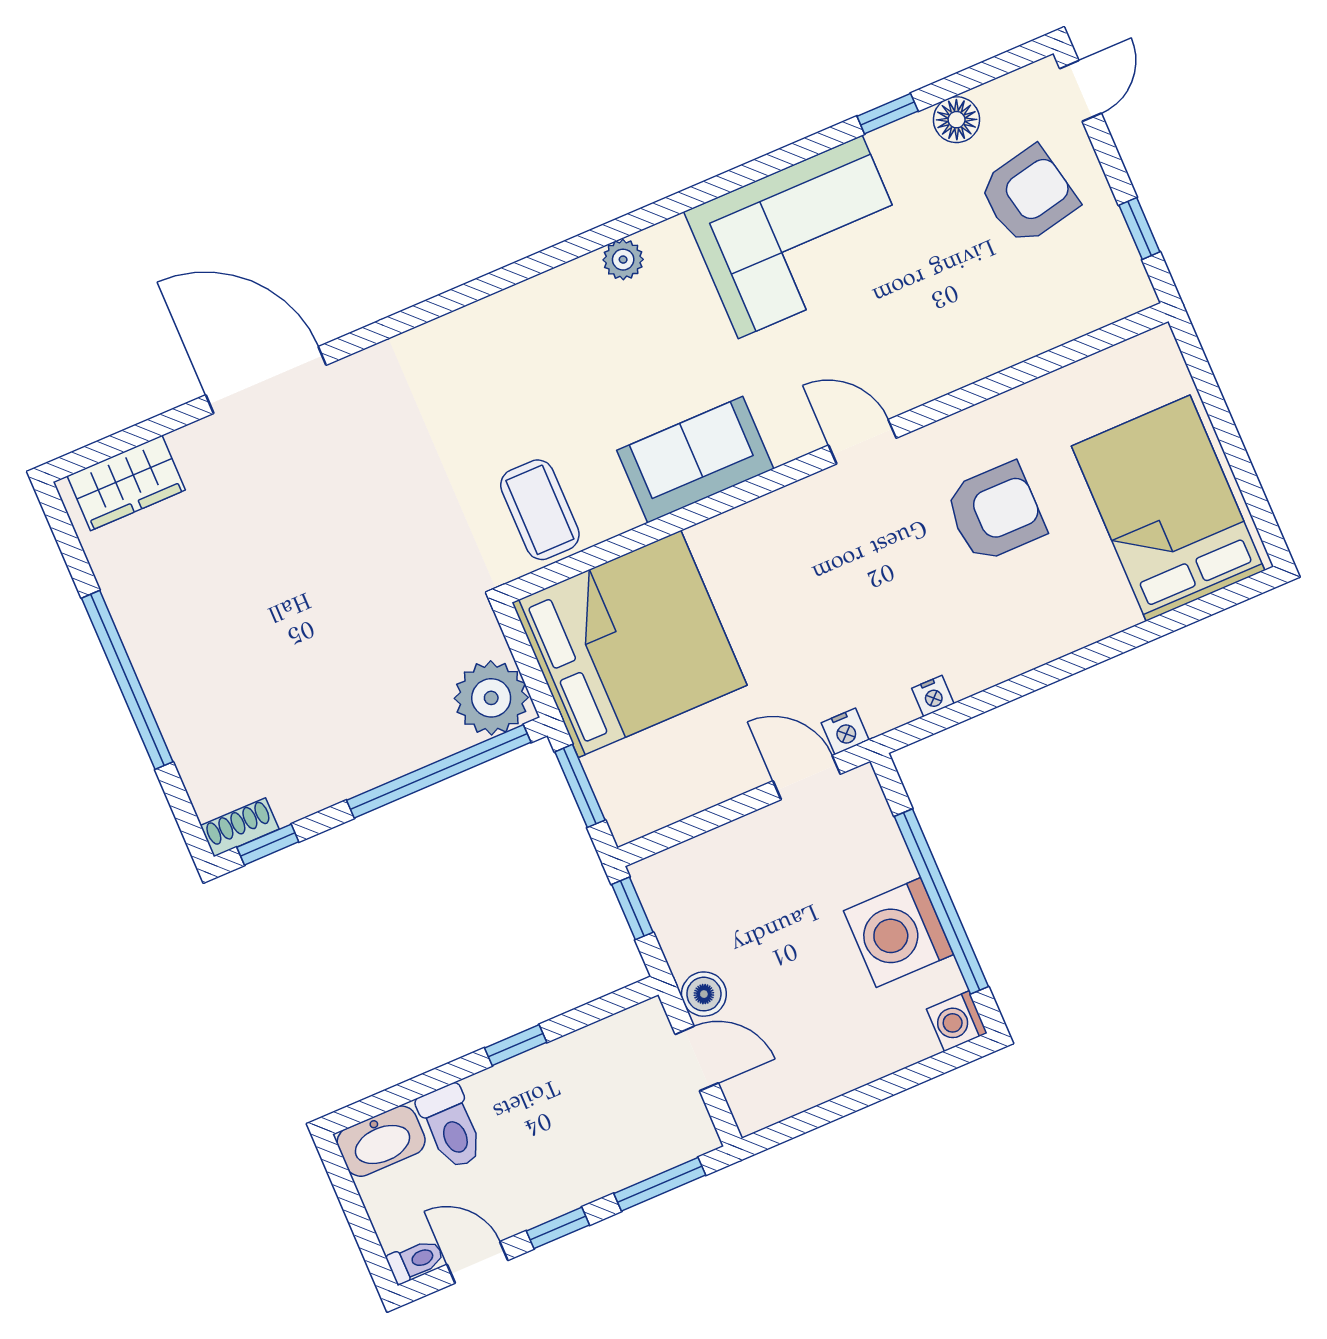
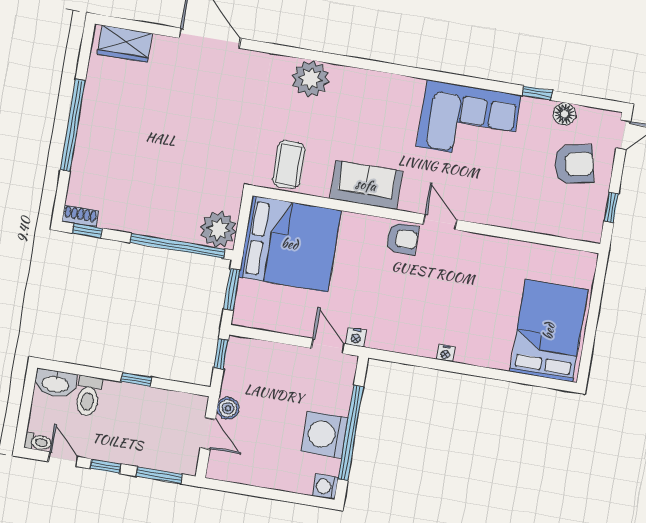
plant: (623, 260) -> (311, 79), moved, width x1.88, depth x1.88
armchair: (995, 512) -> (402, 239), moved, width x0.72, depth x0.72
nightstand: (933, 696) -> (445, 353), moved

